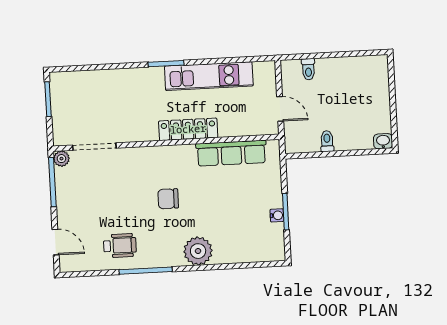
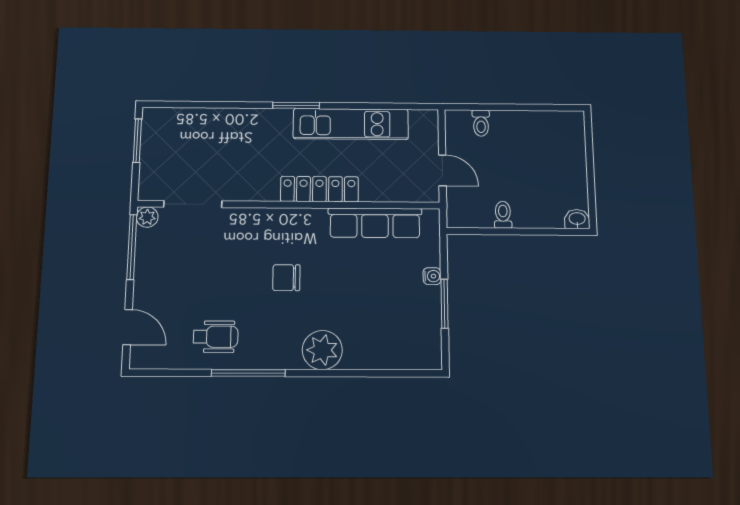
water cooler: (277, 215) -> (432, 276), moved

